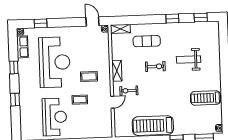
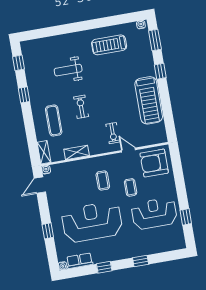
window: (41, 23) -> (48, 231), moved
weight bench: (189, 60) -> (68, 70), turned 90
shelving: (117, 71) -> (77, 152), moved
treadmill: (205, 98) -> (109, 45), turned 90
armchair: (98, 123) -> (154, 163), added

